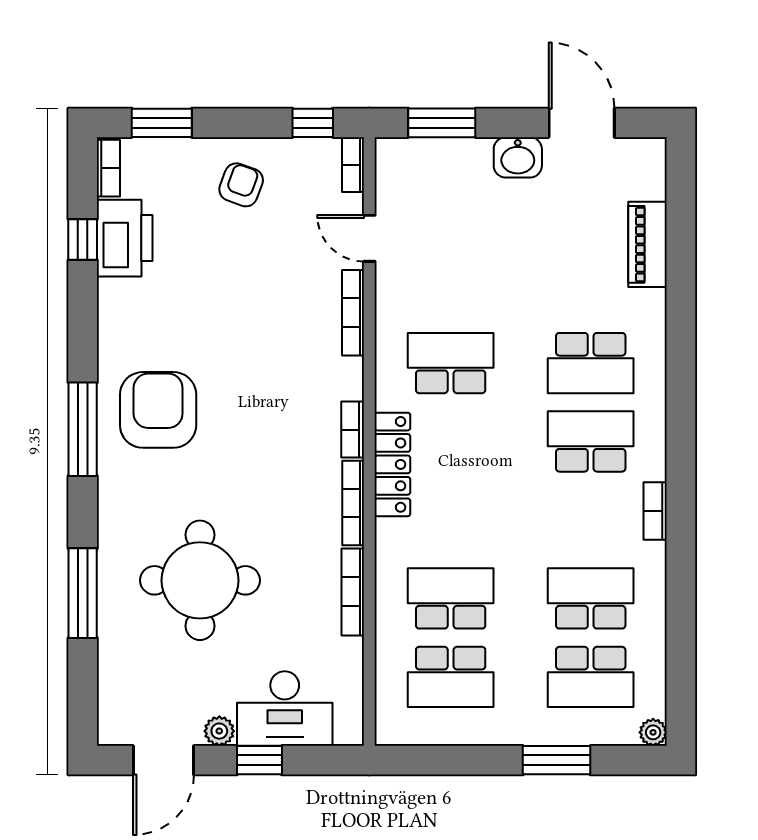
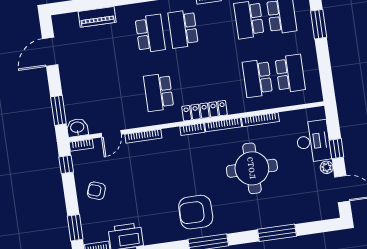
washbasin: (518, 157) -> (77, 128), moved, turned -90
round table: (200, 580) -> (252, 168), moved

